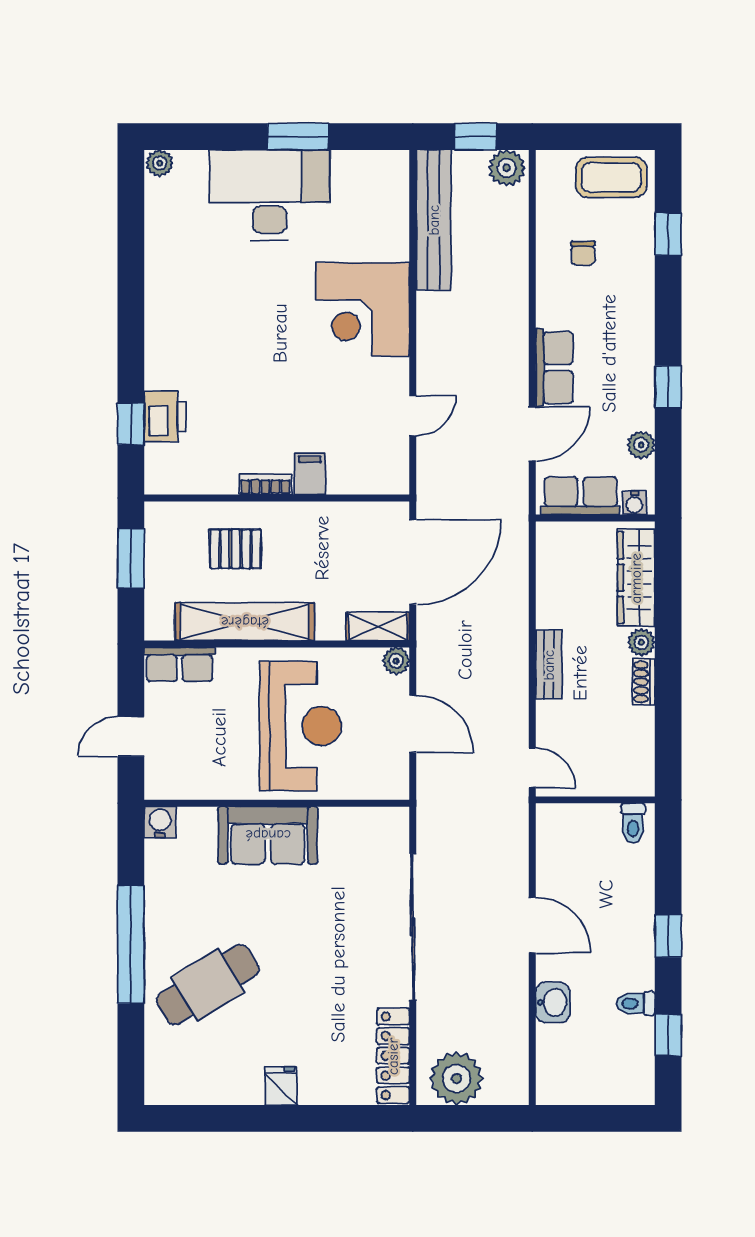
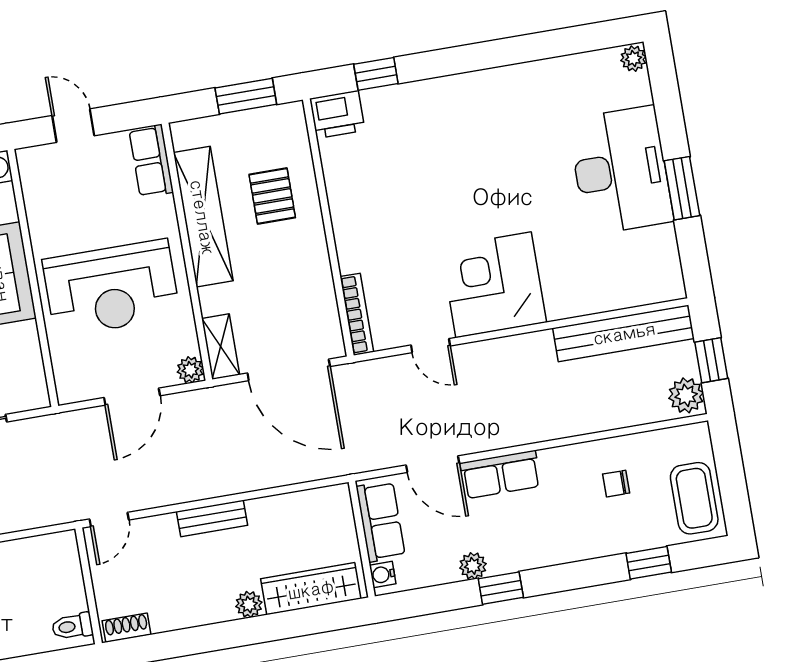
corner desk: (363, 309) -> (494, 285), moved
printer: (165, 416) -> (337, 114), moved
plant: (641, 445) -> (473, 566), moved
filing cabinet: (310, 474) -> (357, 255), removed
bookcase: (265, 484) -> (357, 314), moved, width x1.56
shoe rack: (644, 682) -> (127, 628), moved

